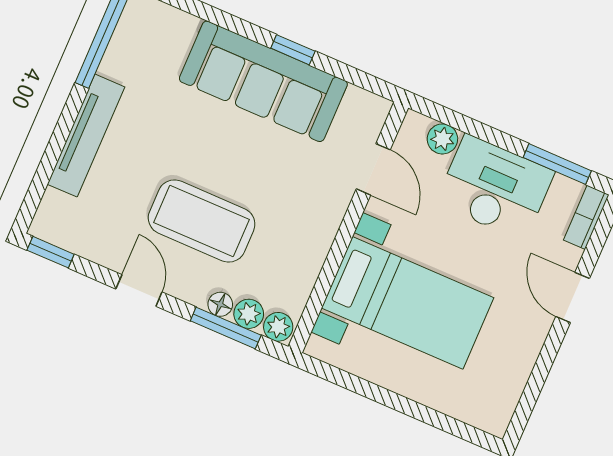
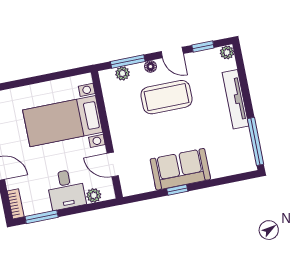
sofa: (263, 81) -> (180, 169), width x0.73
desk: (495, 187) -> (66, 189), width x0.73
window: (51, 252) -> (203, 46), moved
floor lamp: (220, 304) -> (151, 67), moved
plant: (278, 327) -> (227, 52), moved

